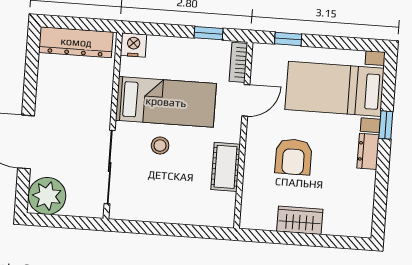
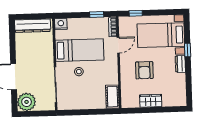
cot: (226, 167) -> (112, 97), moved

